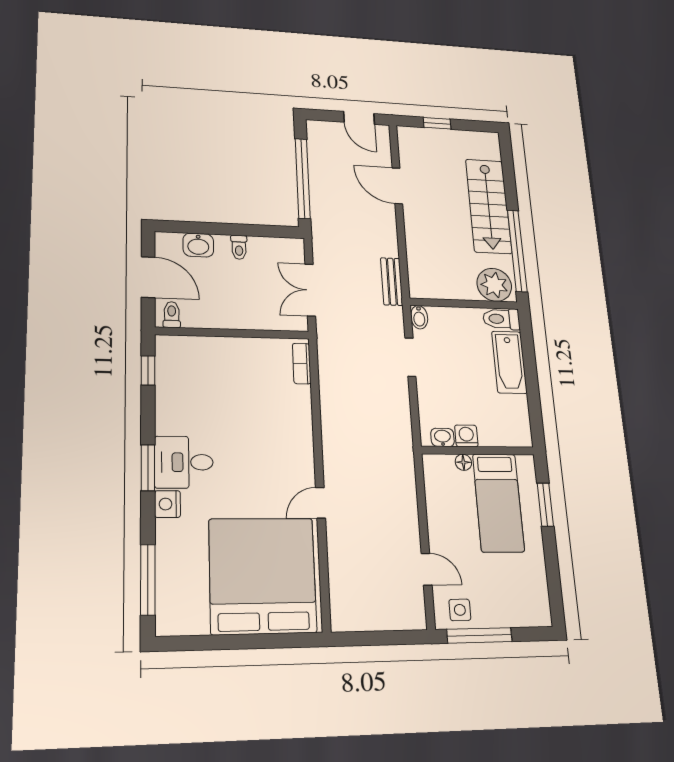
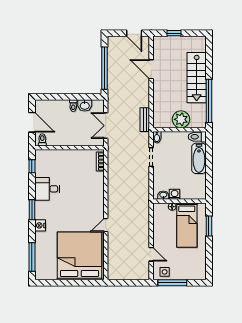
washbasin: (198, 245) -> (85, 105), moved
plant: (494, 285) -> (181, 119), moved
desk: (184, 462) -> (47, 189), moved

